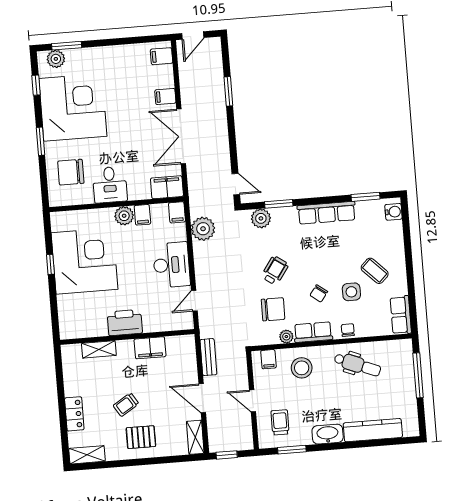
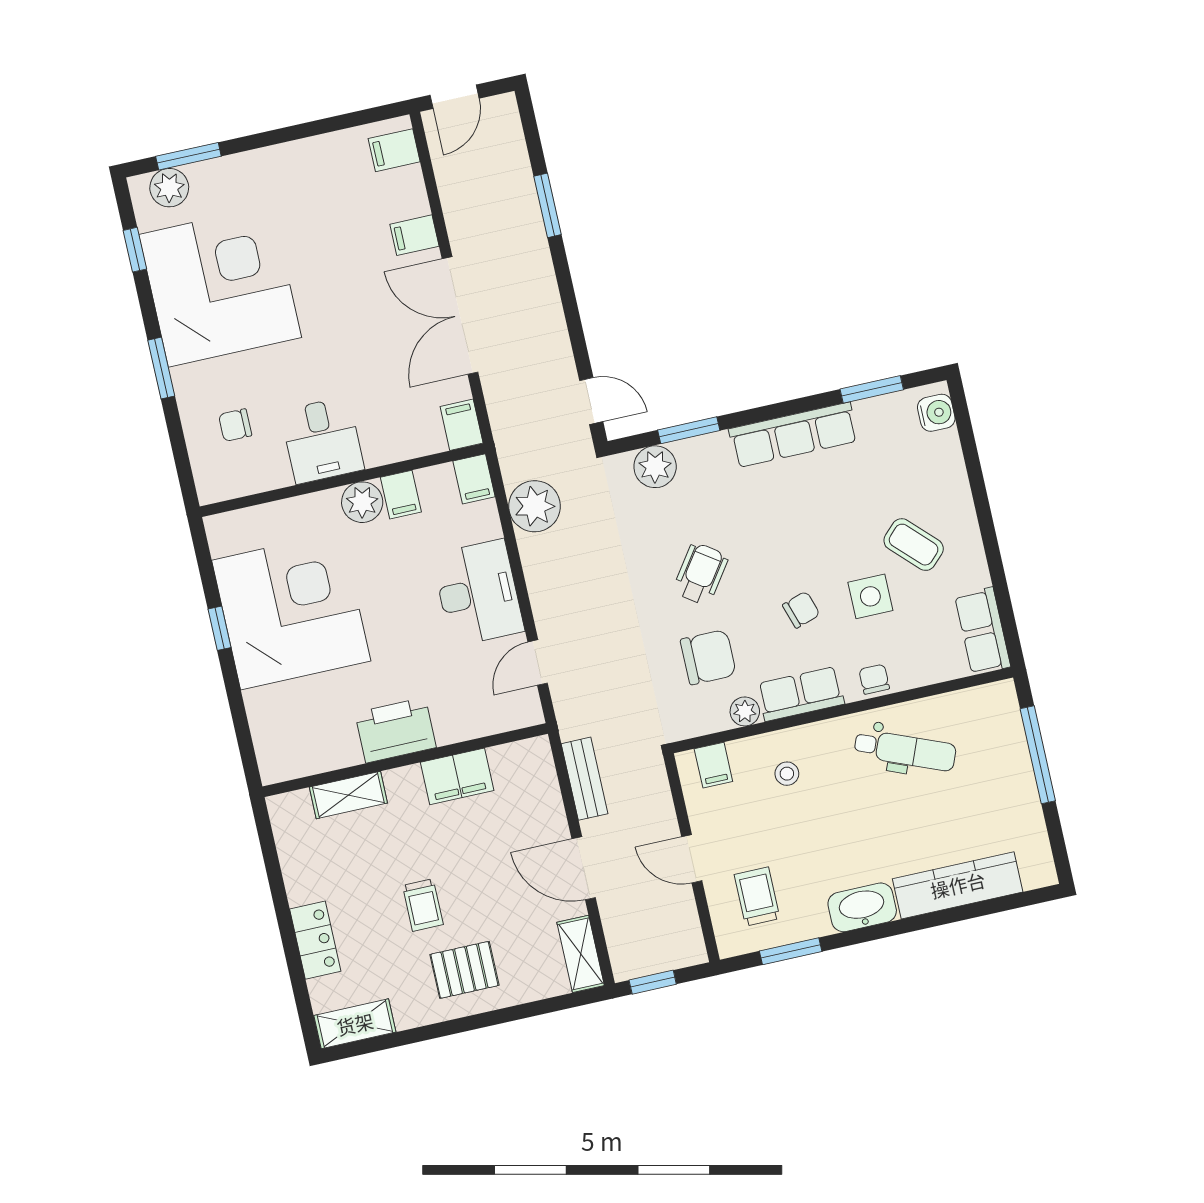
chair: (71, 172) -> (235, 425), width x0.54, depth x0.54
filing cabinet: (167, 187) -> (462, 425), width x0.50
chair: (319, 293) -> (801, 610), turned -145
stool: (302, 368) -> (787, 774), width x0.53, depth x0.53
trolley: (126, 405) -> (423, 905), turned -58

